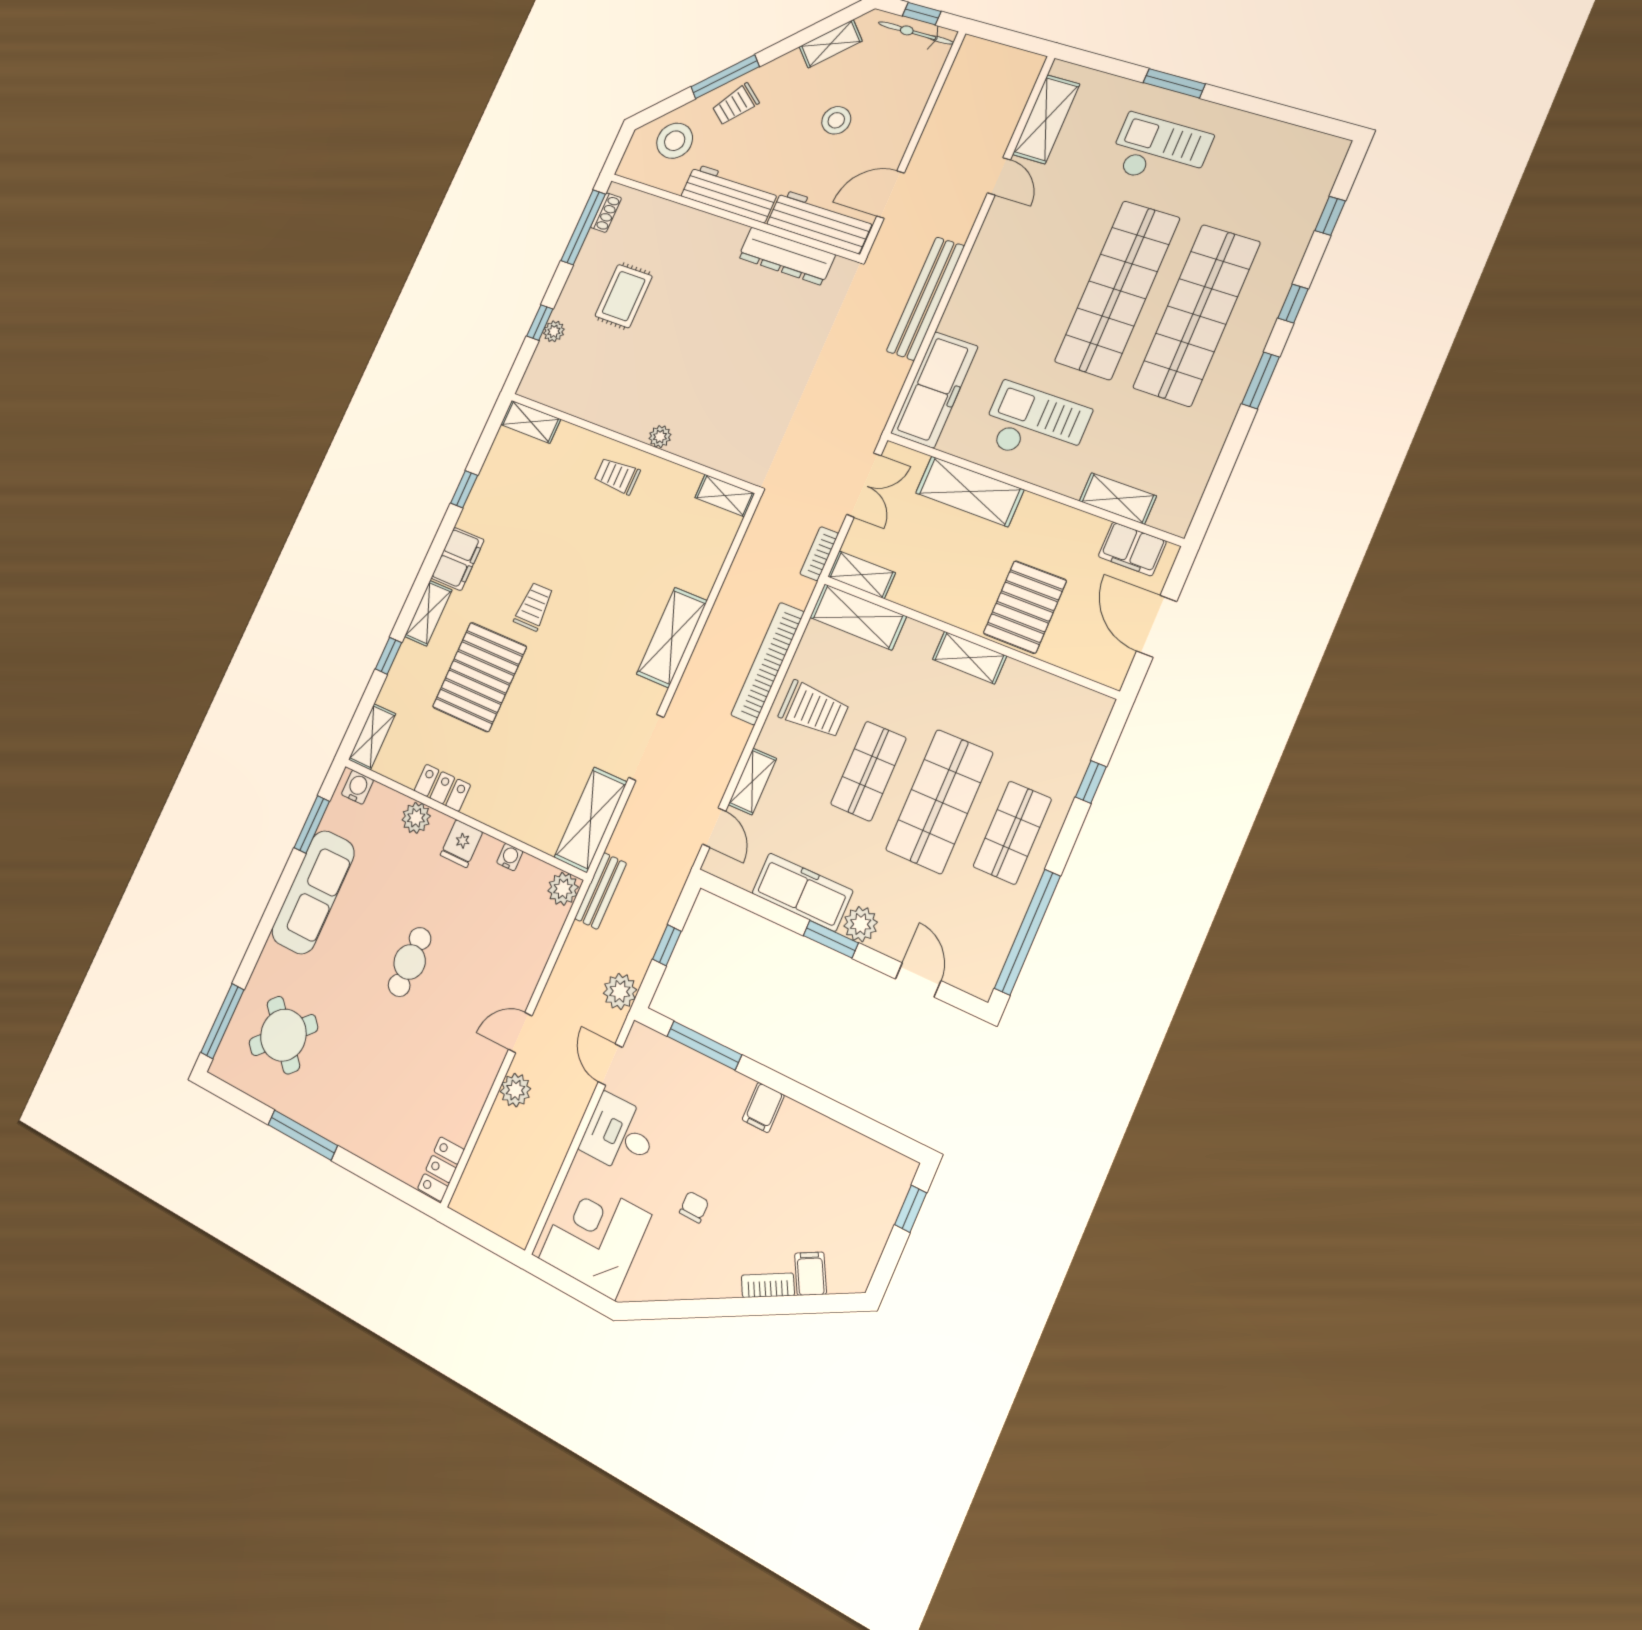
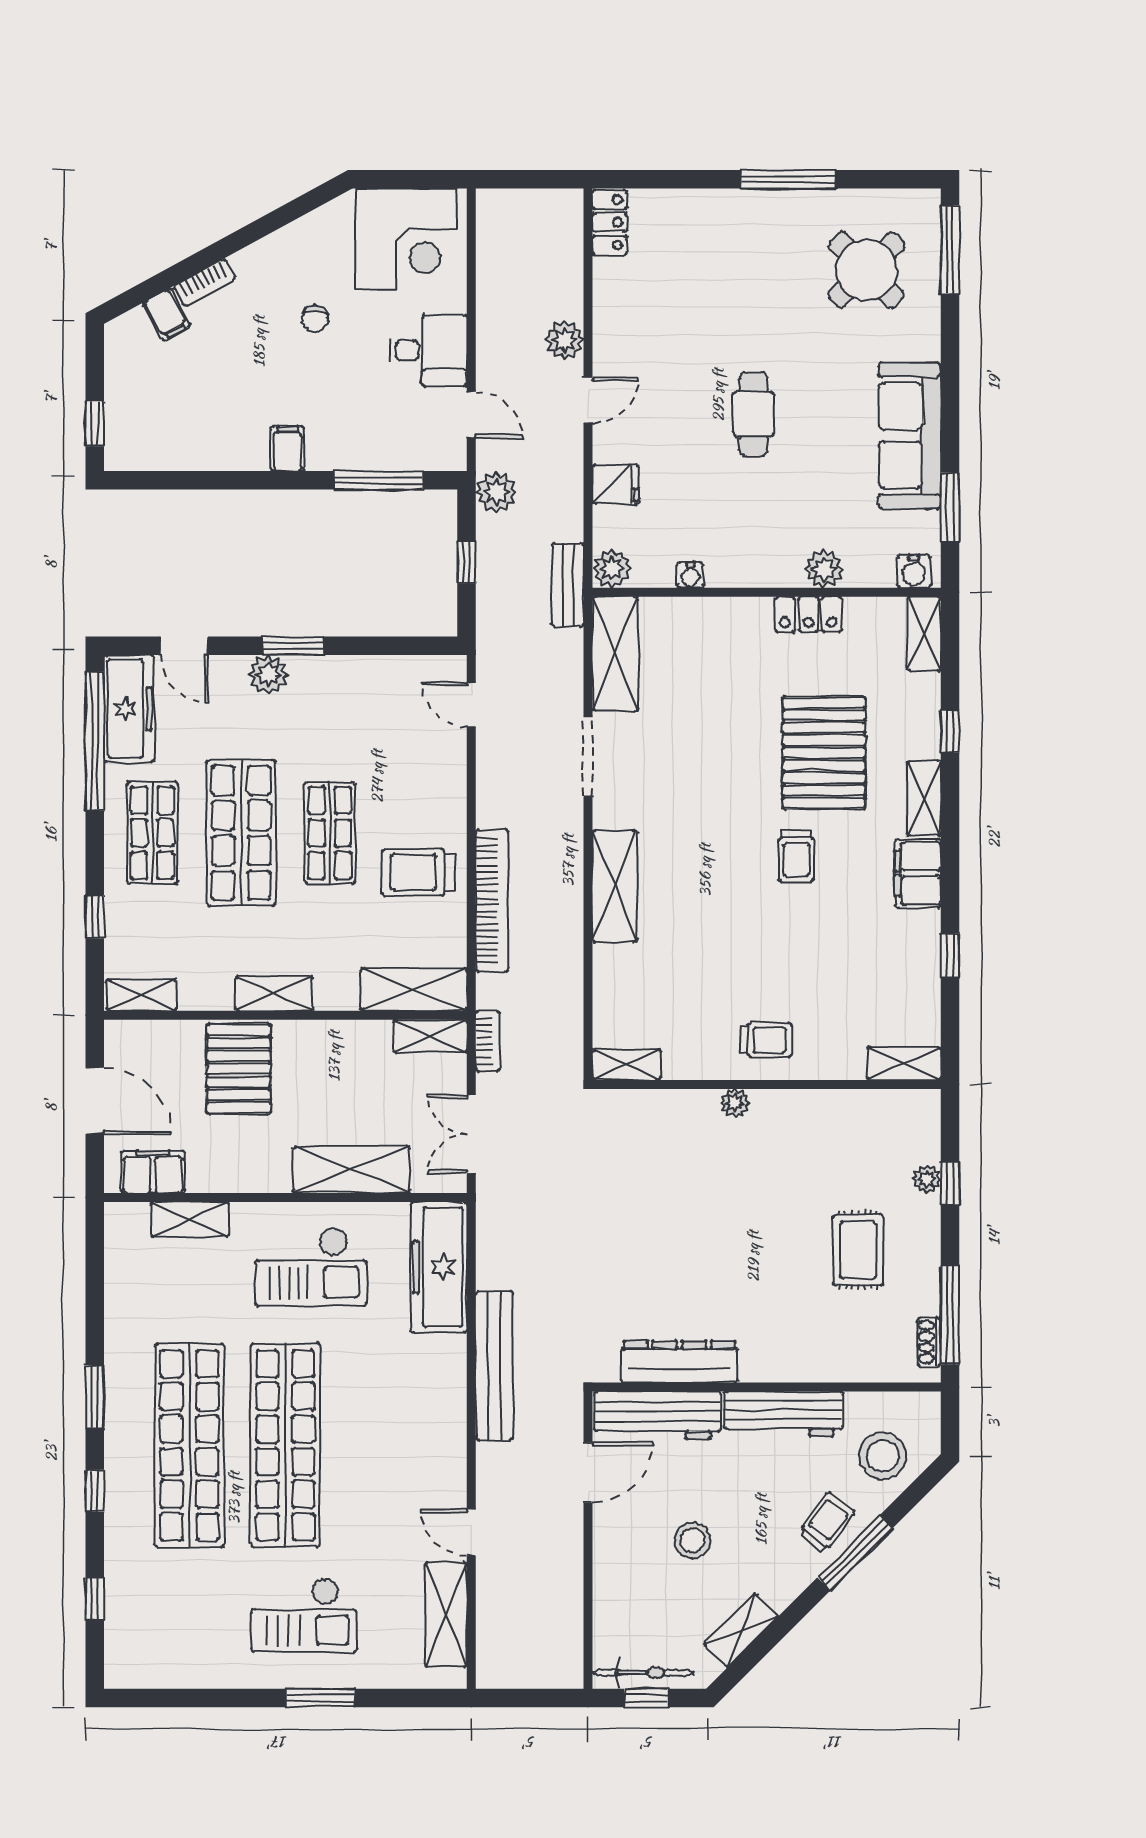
shelving: (752, 781) -> (141, 995), moved, turned 90
fridge: (461, 844) -> (616, 484), moved, turned 90
freezer: (802, 892) -> (129, 709), moved, turned -90

